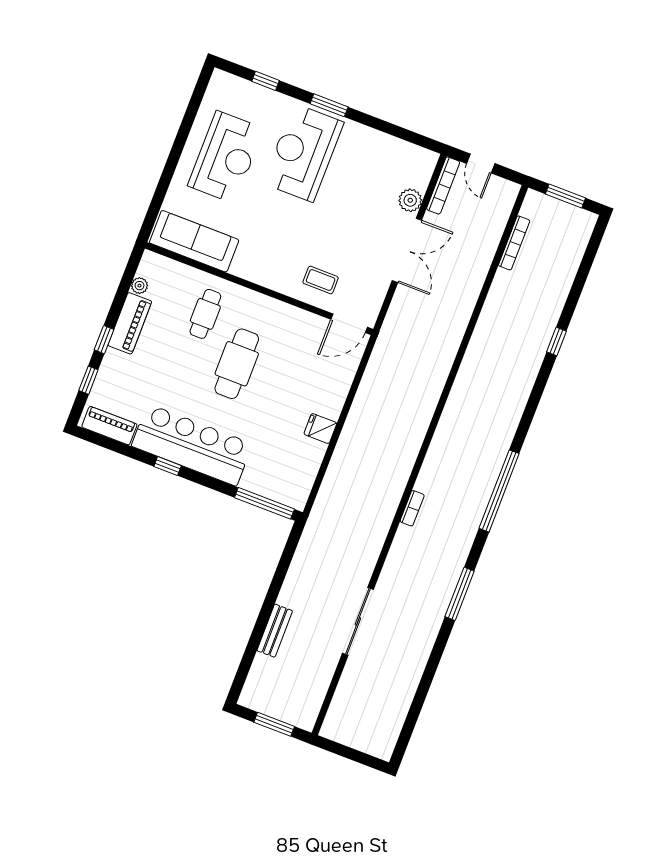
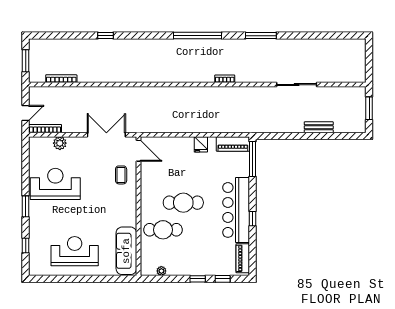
reception desk: (303, 153) -> (55, 184), moved, turned 180
double door: (407, 250) -> (106, 135), moved
cafe table: (205, 314) -> (163, 230), width x1.37, depth x1.35
piano: (130, 323) -> (233, 144), moved, turned 180

